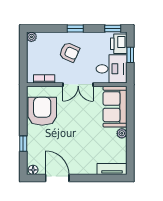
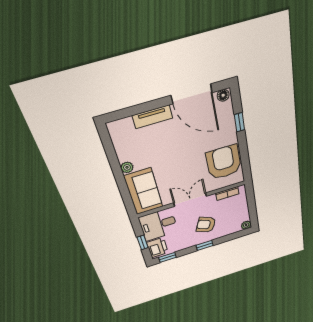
armchair: (42, 111) -> (224, 162), turned 180
tv unit: (112, 169) -> (153, 117), moved
door: (57, 178) -> (192, 94), width x1.36

